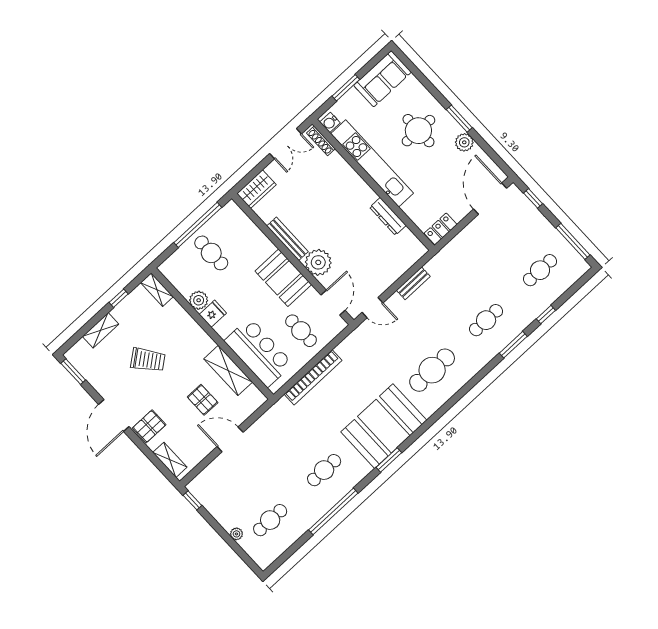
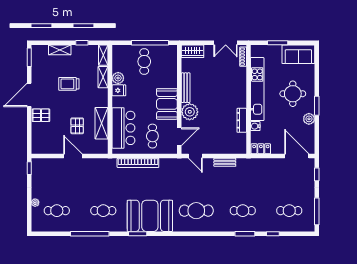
water cooler: (330, 122) -> (255, 126), moved
door: (490, 199) -> (297, 156), hinge flipped
trolley: (148, 360) -> (69, 84), turned 128
shelving: (170, 460) -> (103, 77), moved

